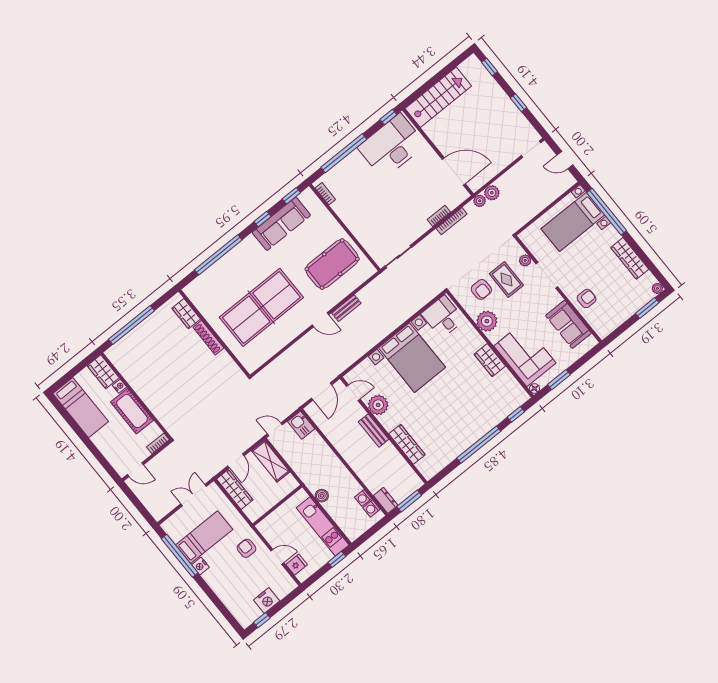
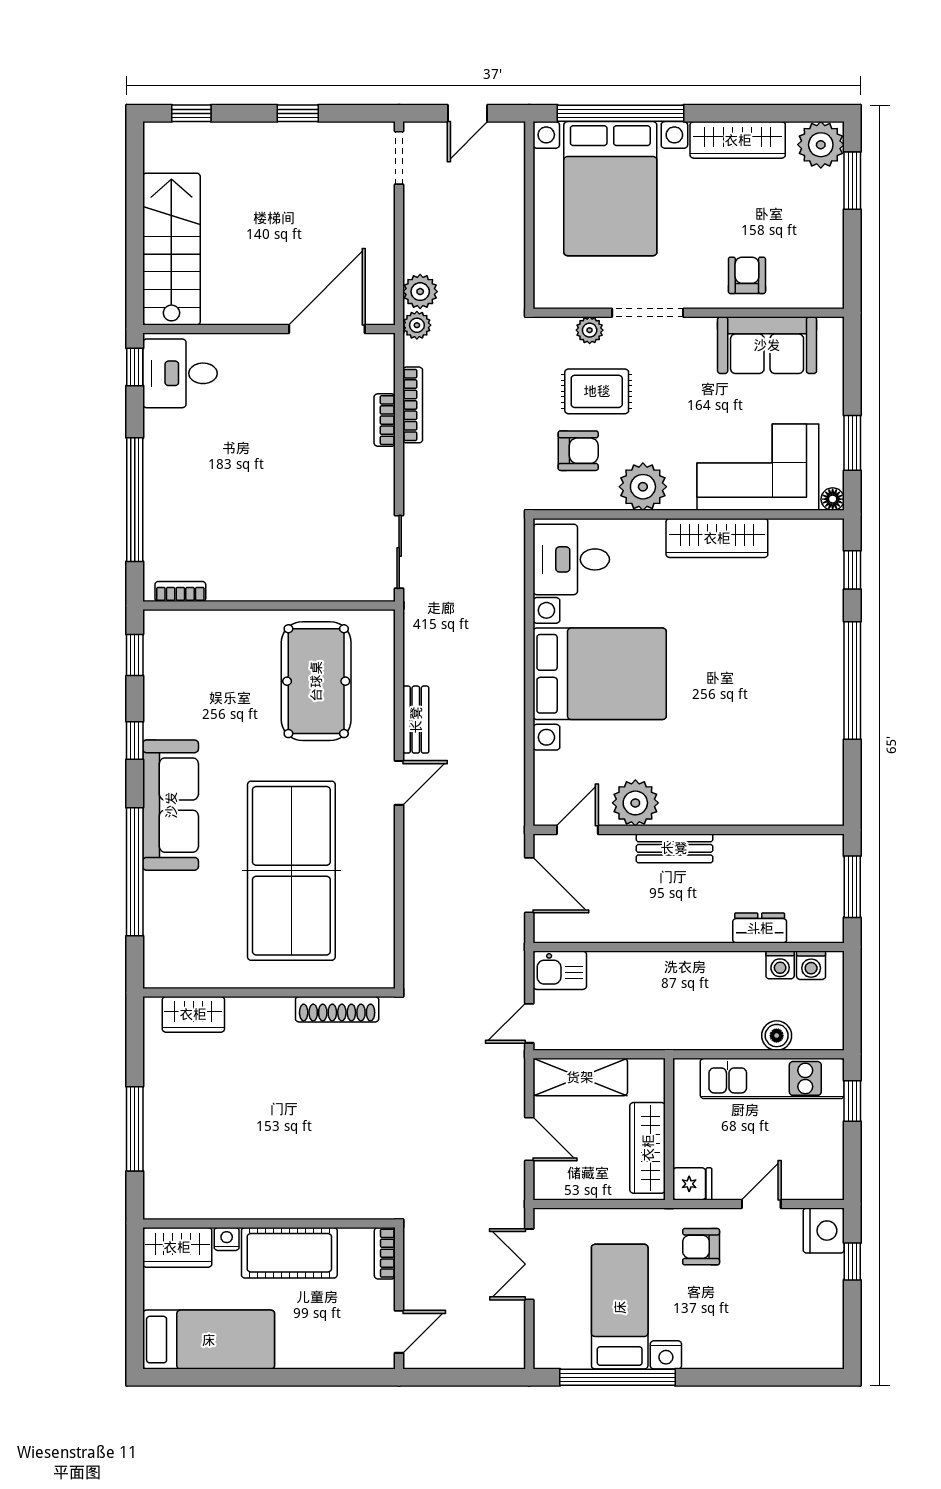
desk: (392, 146) -> (180, 373), width x0.53, depth x0.77
bed with nightstands: (573, 222) -> (610, 189), width x1.36
sofa: (281, 224) -> (171, 805), moved
plant: (657, 288) -> (821, 145), width x1.88, depth x1.88
window: (132, 325) -> (135, 1129), width x0.68
shoe rack: (208, 338) -> (337, 1009), moved
wardrobe: (490, 360) -> (717, 538), width x1.50
wardrobe: (407, 444) -> (748, 808), removed
wardrobe: (235, 489) -> (648, 1148), moved, turned -90
boiler: (322, 496) -> (777, 1036), moved
dresser: (386, 500) -> (760, 928), moved
fridge: (297, 565) -> (692, 1184), moved, turned 90
nightstand: (267, 600) -> (824, 1231), moved
window: (262, 620) -> (852, 1261), moved

